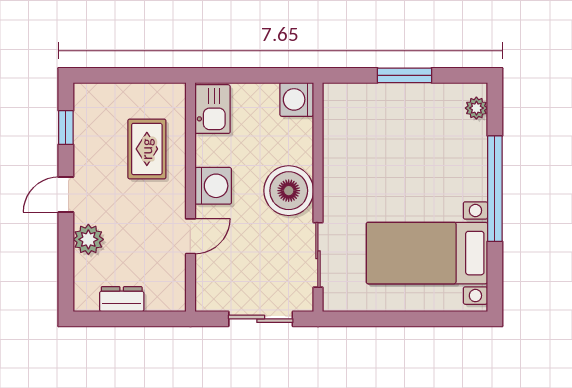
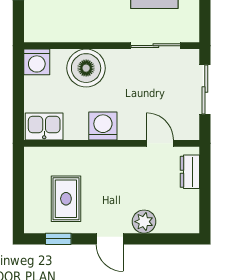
rug: (147, 149) -> (66, 199), moved, turned 90
boiler: (289, 191) -> (86, 68), moved
door: (190, 236) -> (160, 143), moved
dresser: (122, 299) -> (190, 172), moved

